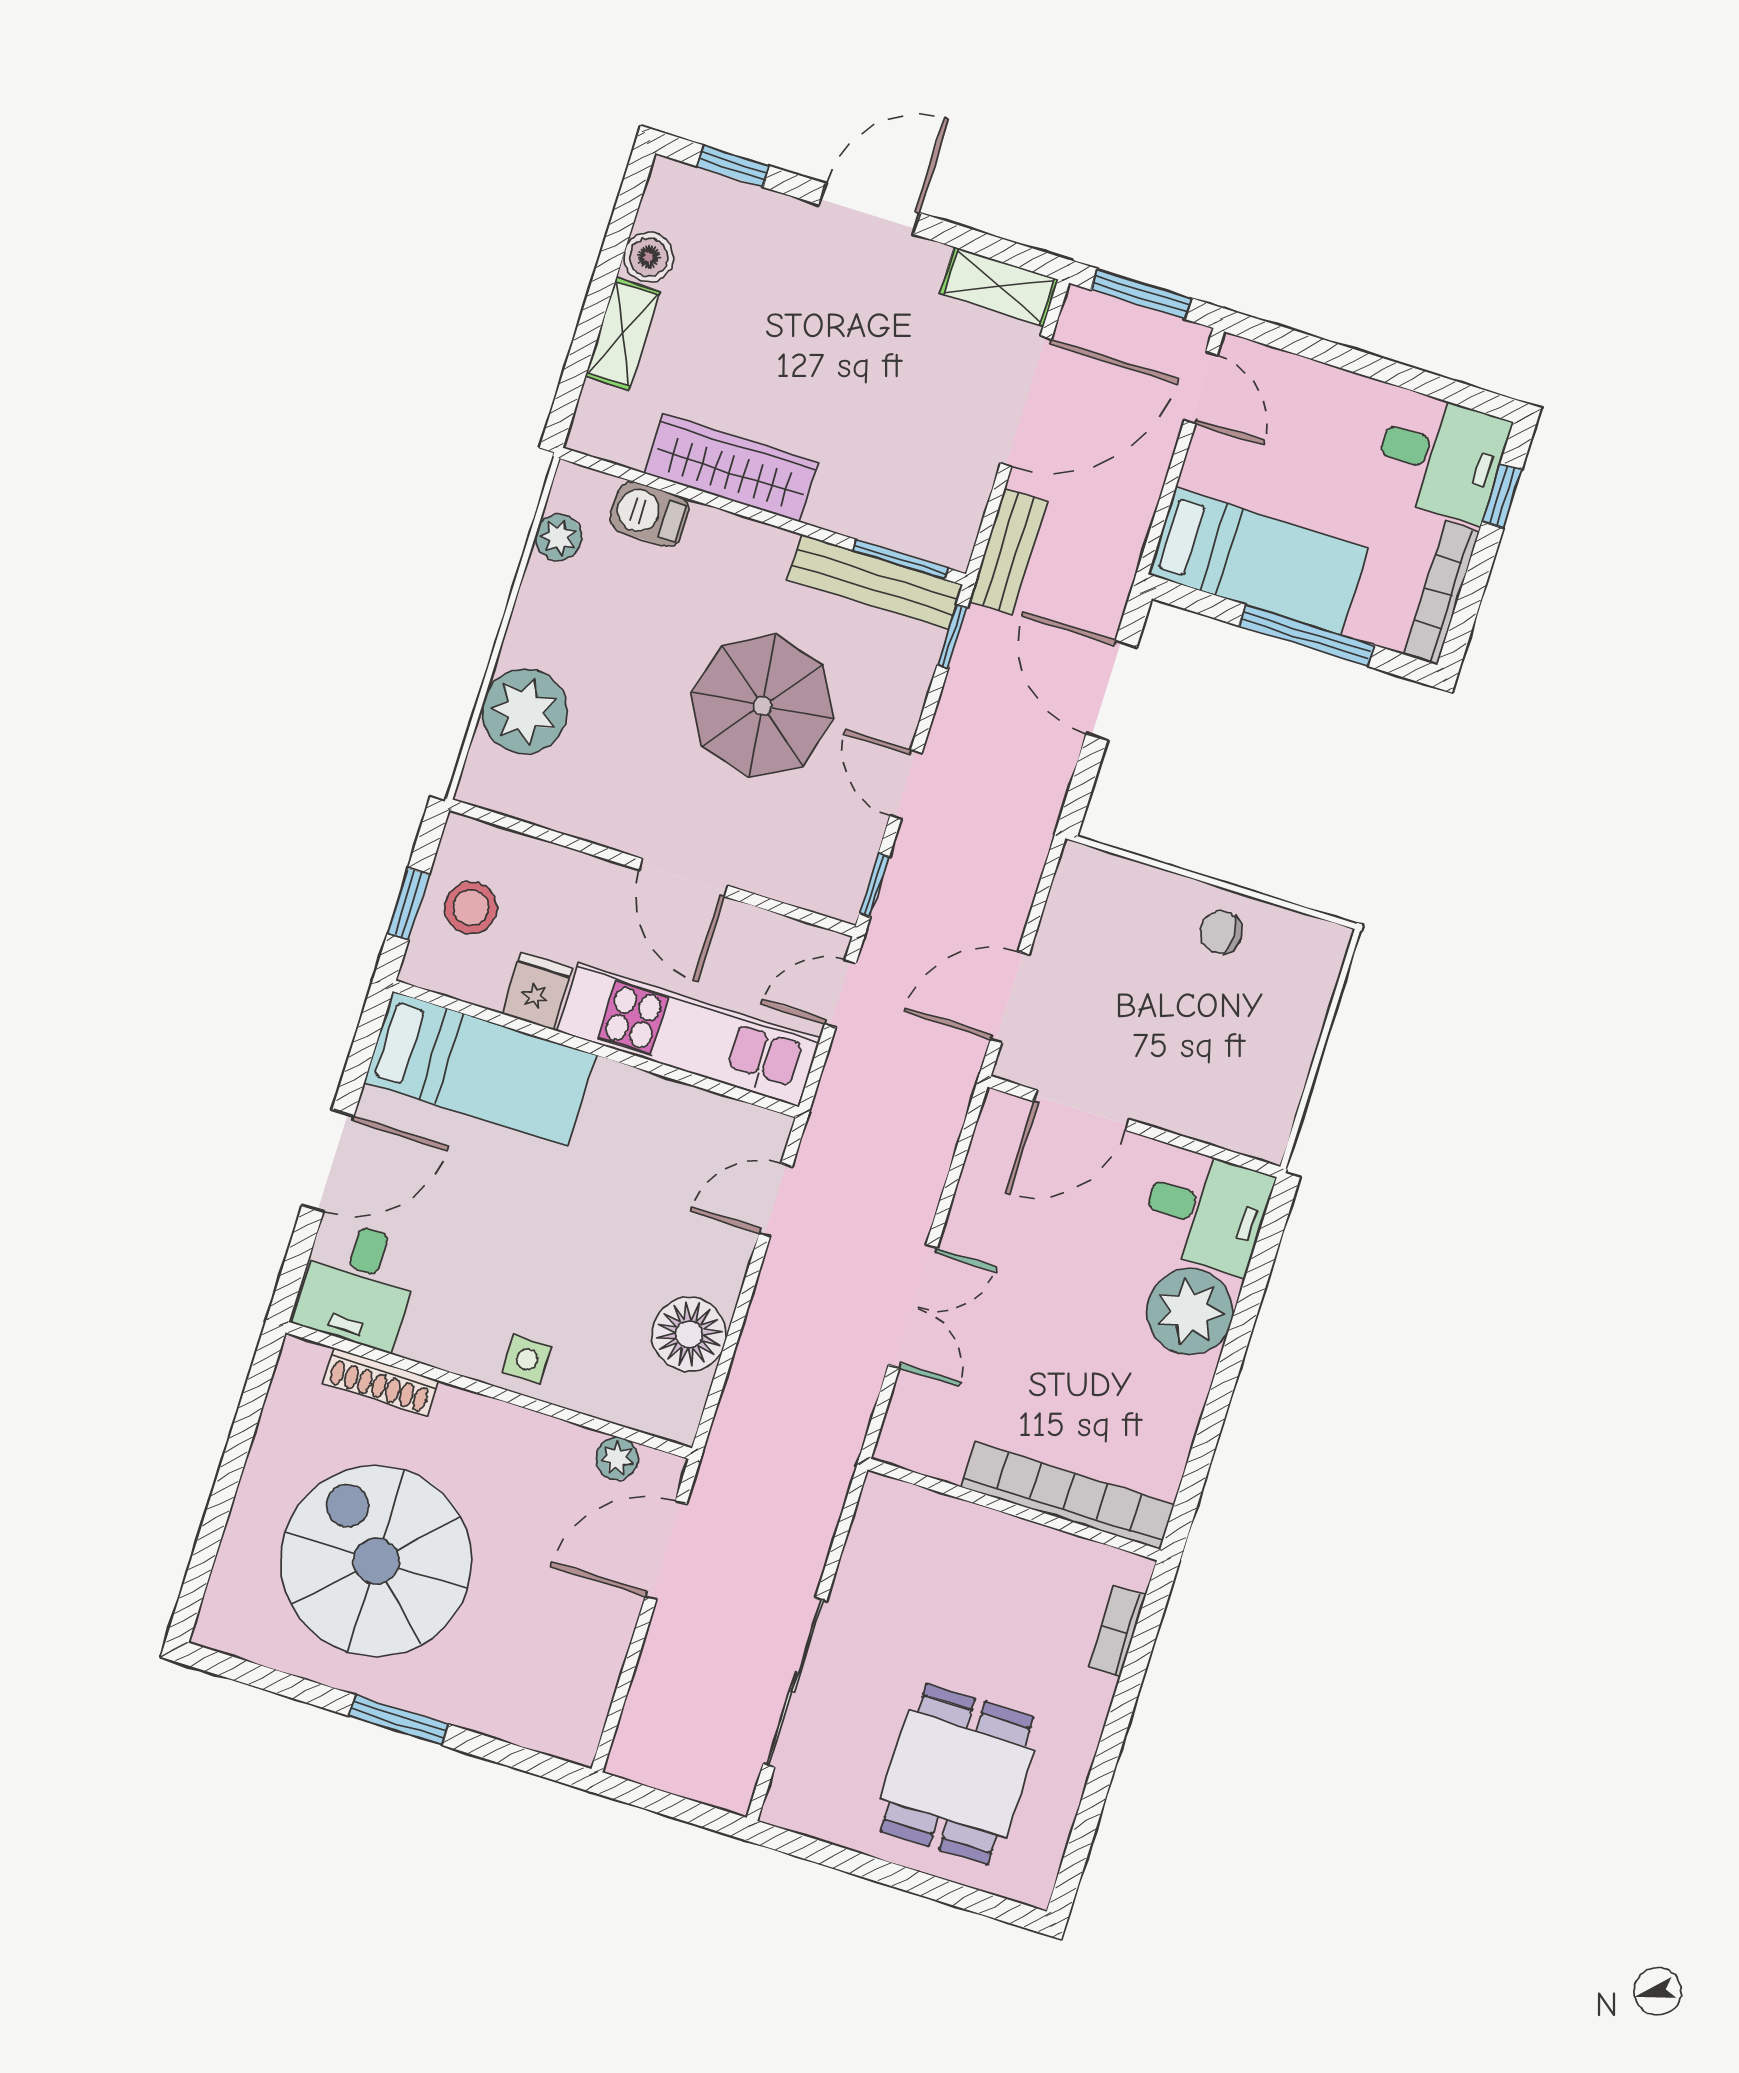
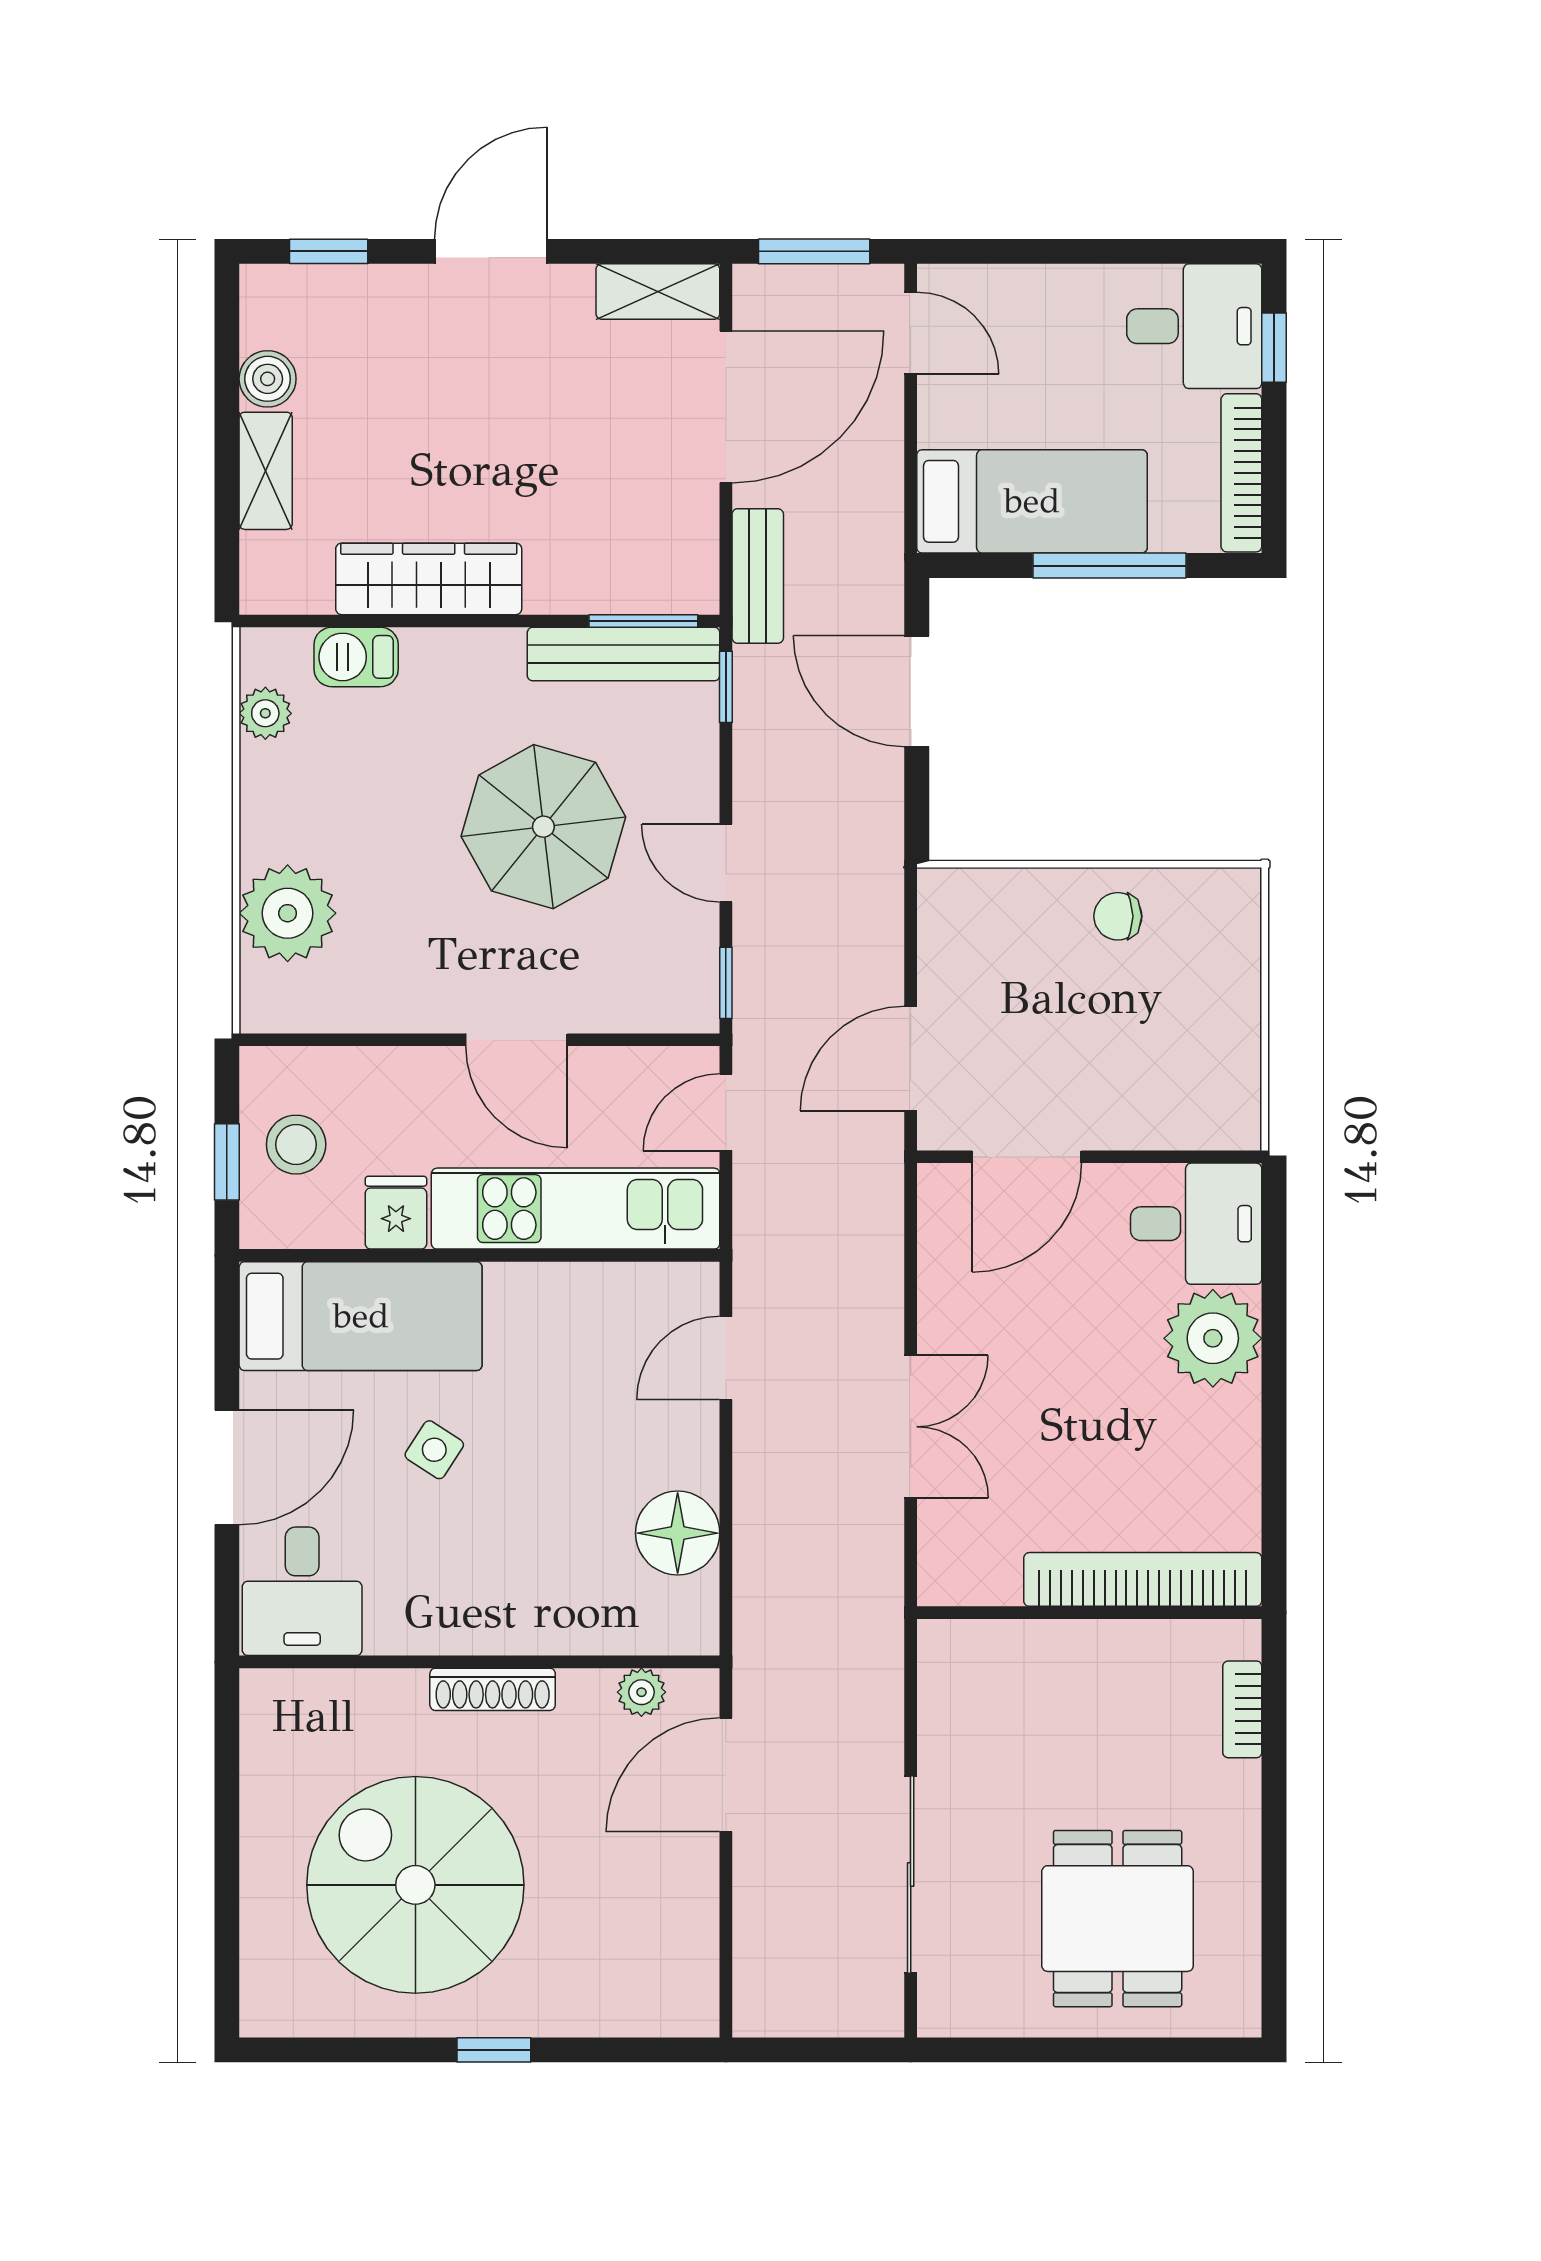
side table: (527, 1359) -> (434, 1450), moved, turned 33
shoe rack: (380, 1382) -> (493, 1689), moved
window: (399, 1720) -> (494, 2050), width x0.67

